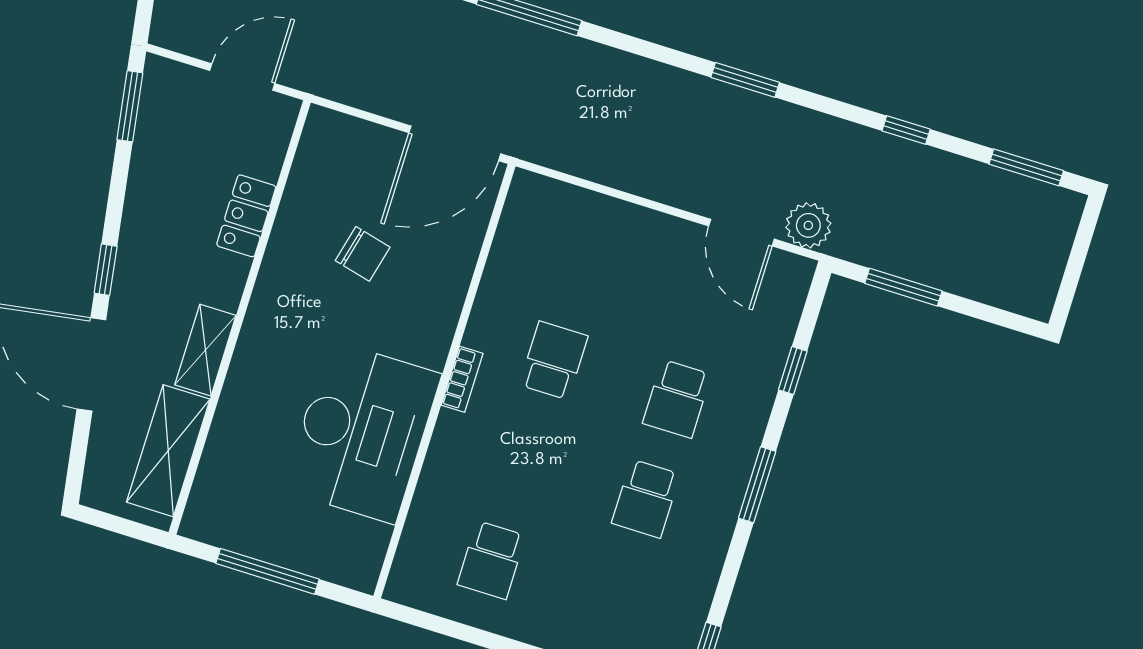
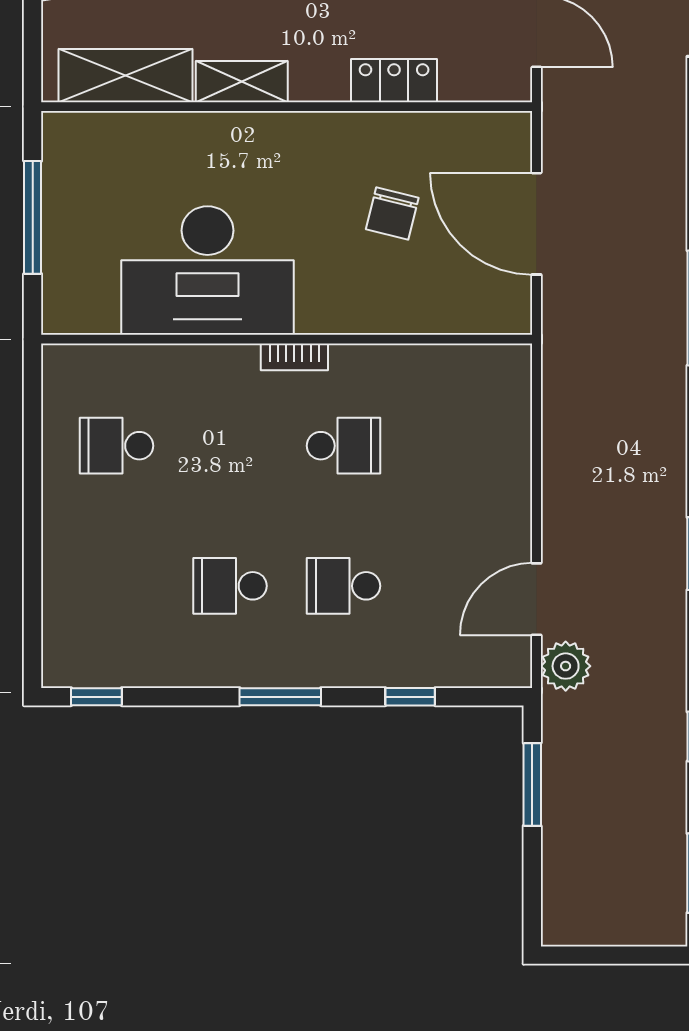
door: (455, 143) -> (537, 224), moved

